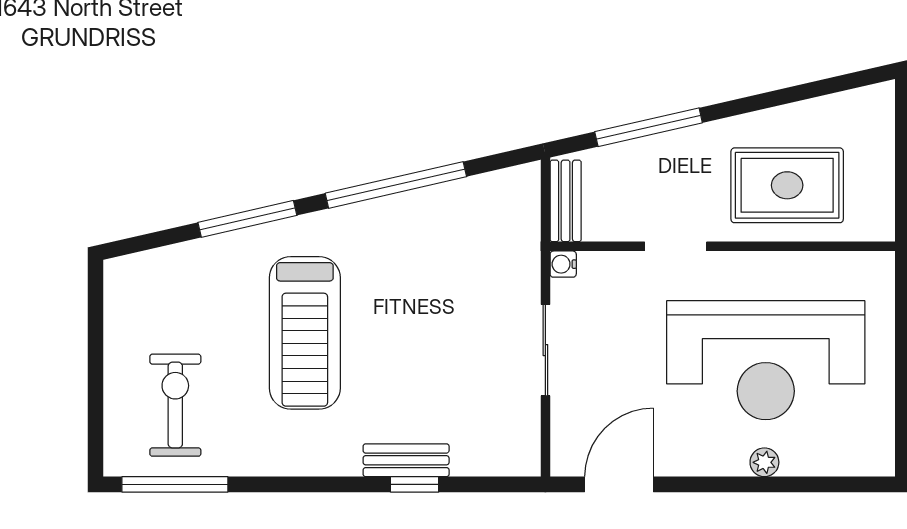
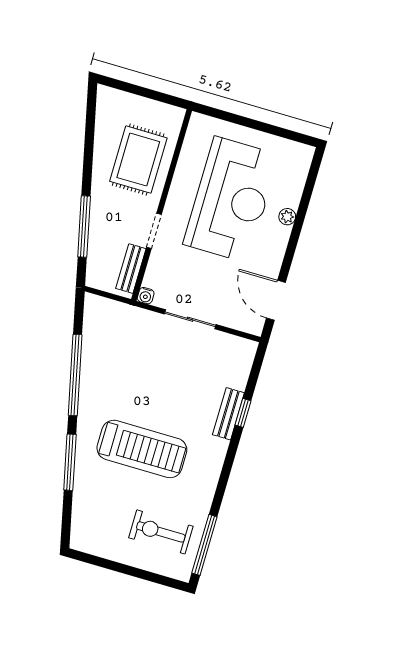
bench: (566, 201) -> (131, 269), moved, turned 90

